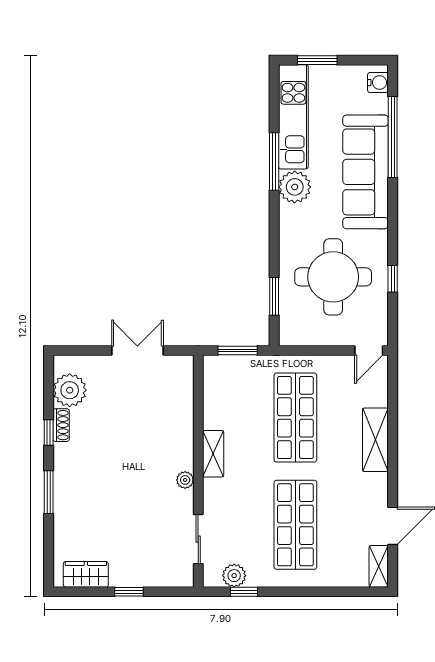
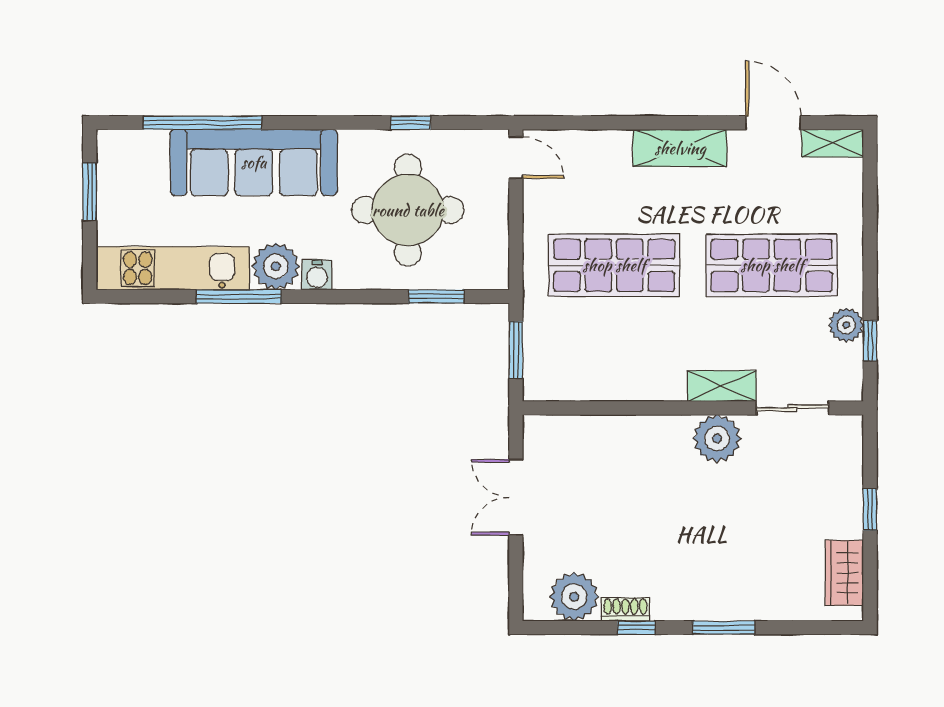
window: (317, 60) -> (90, 192), moved
water cooler: (378, 83) -> (317, 275), moved, turned 180
shelving: (375, 440) -> (680, 148), moved
shelving: (213, 454) -> (722, 386), moved
plant: (185, 480) -> (717, 438), width x1.88, depth x1.88
plant: (234, 576) -> (846, 325), moved

